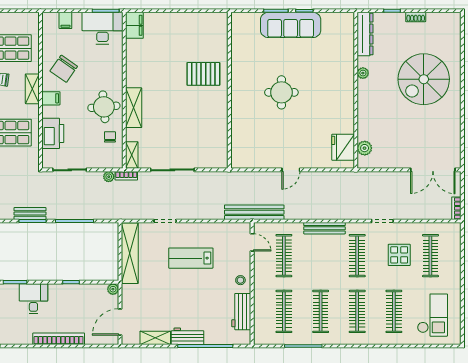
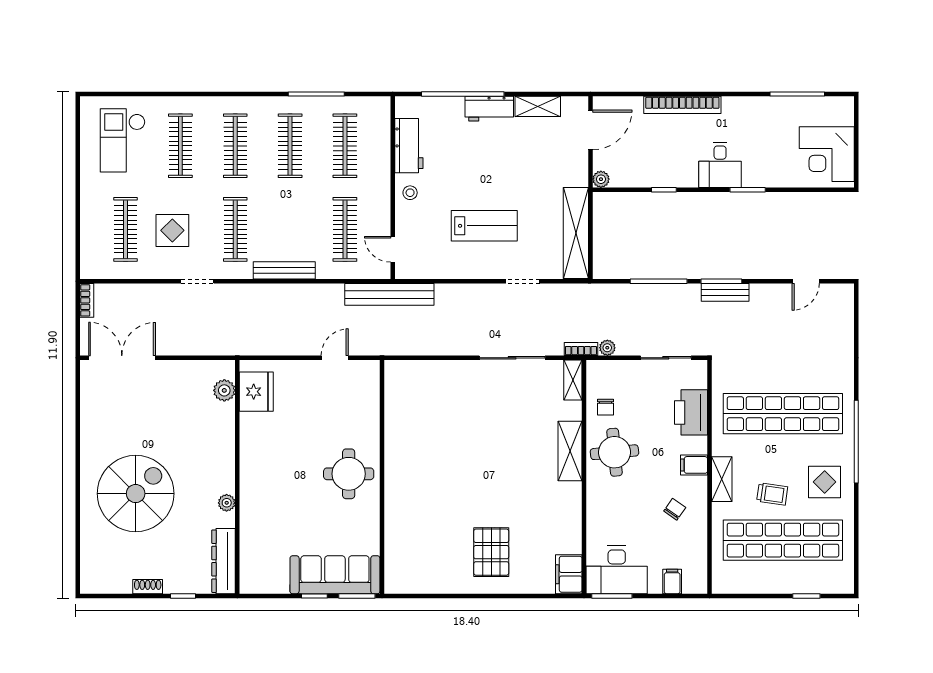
chair: (64, 69) -> (675, 509), width x0.54, depth x0.54
pallet: (203, 74) -> (491, 552), moved, turned 90
wall: (229, 90) -> (382, 477), moved

